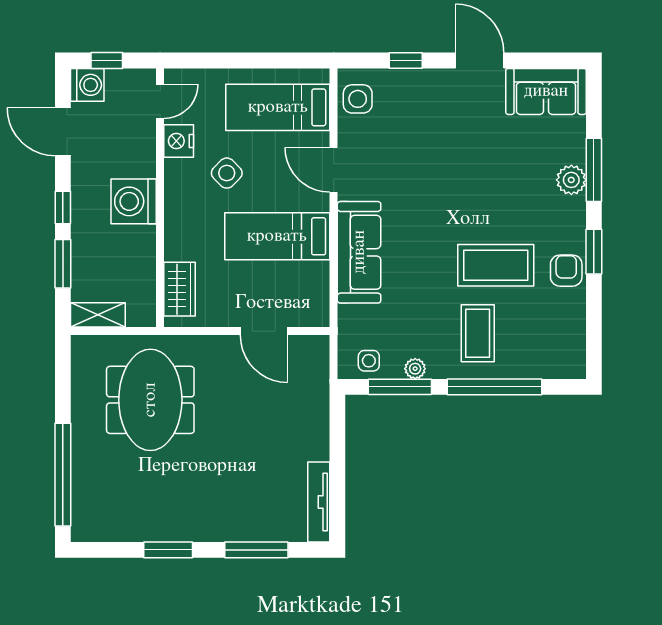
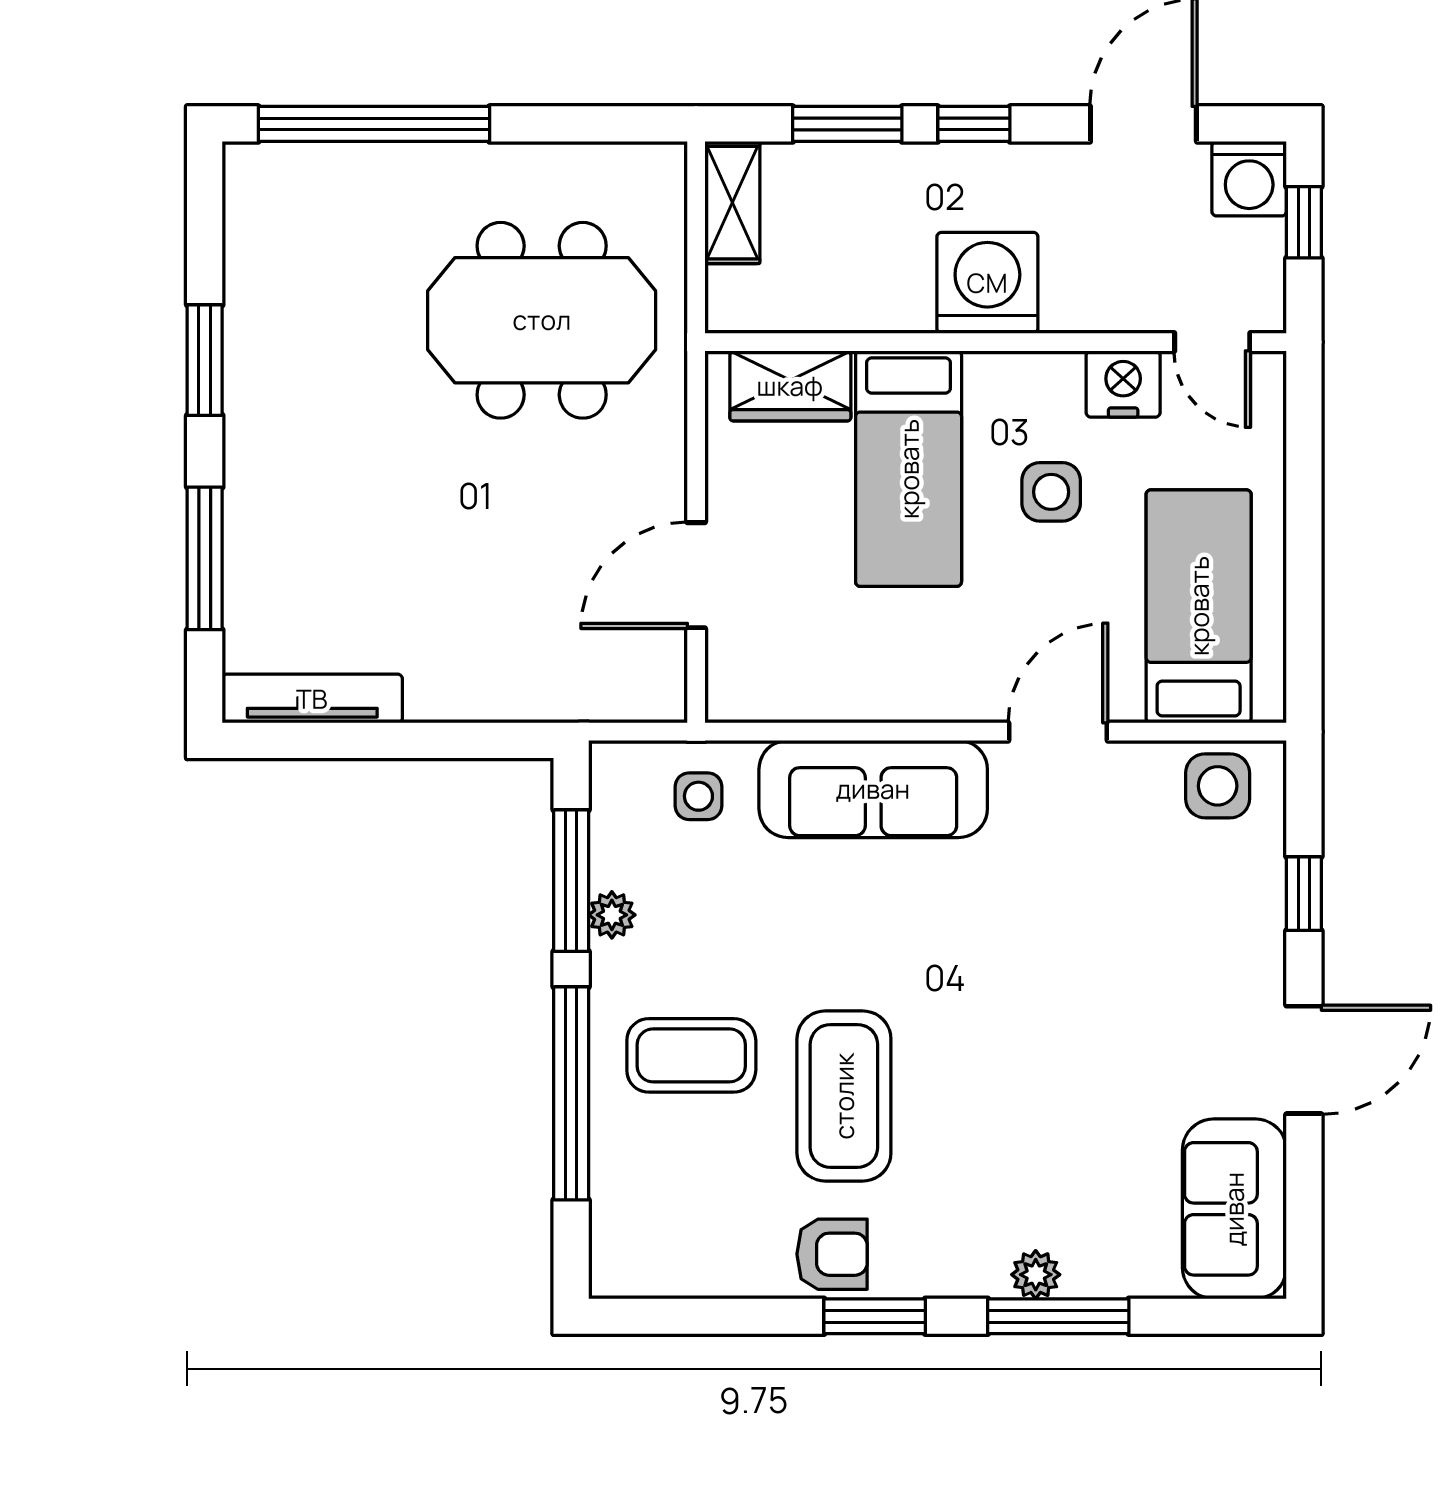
side table: (227, 173) -> (1051, 492), turned 45
plant: (571, 180) -> (1036, 1275), width x0.73, depth x0.73
bed: (277, 236) -> (909, 469), moved, turned 180
side table: (369, 361) -> (698, 796), moved

